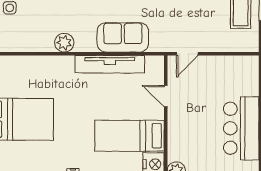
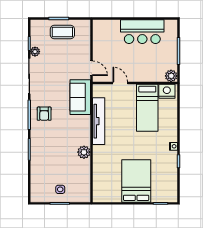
sofa: (123, 37) -> (80, 97), moved
door: (166, 96) -> (120, 83), swing flipped

